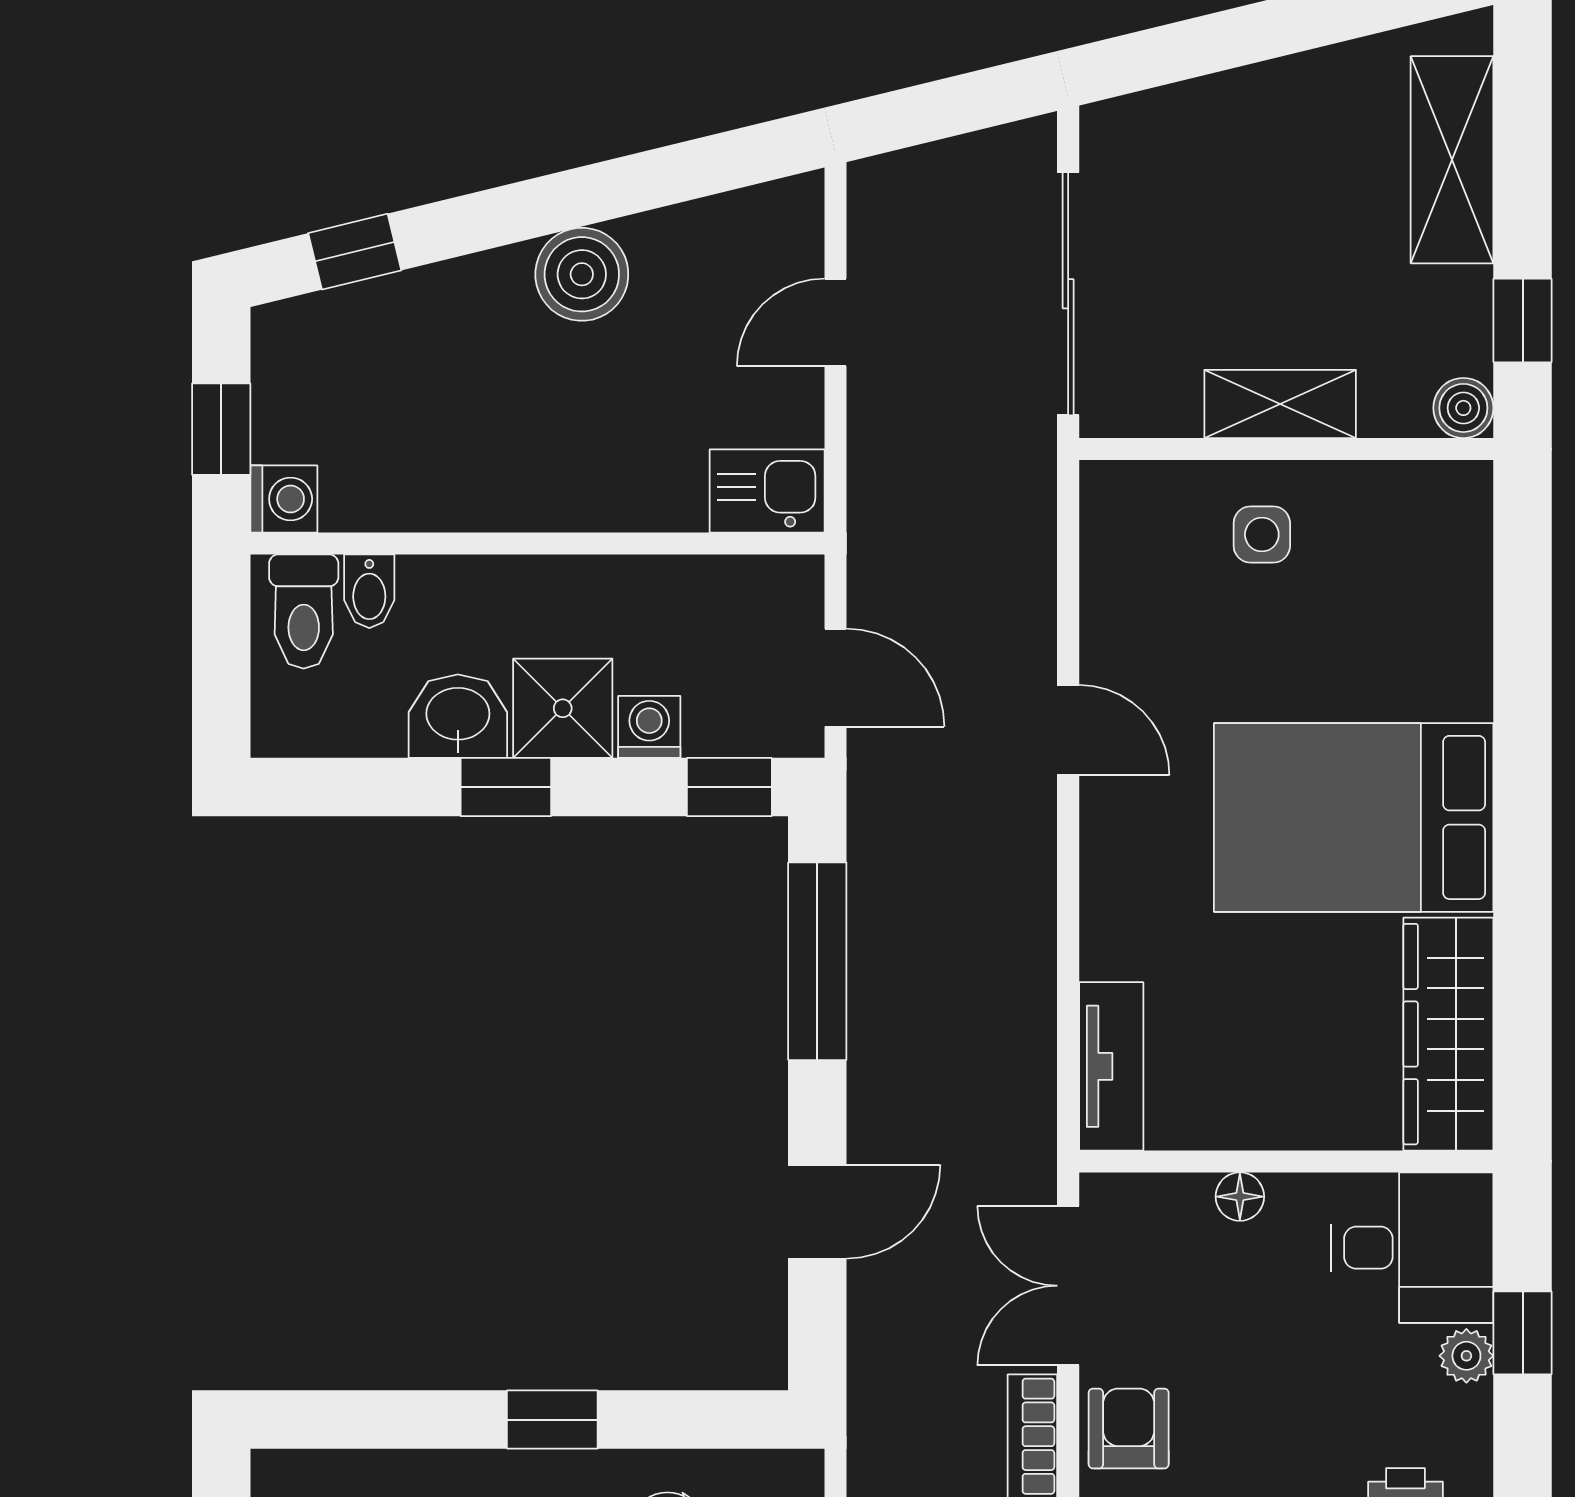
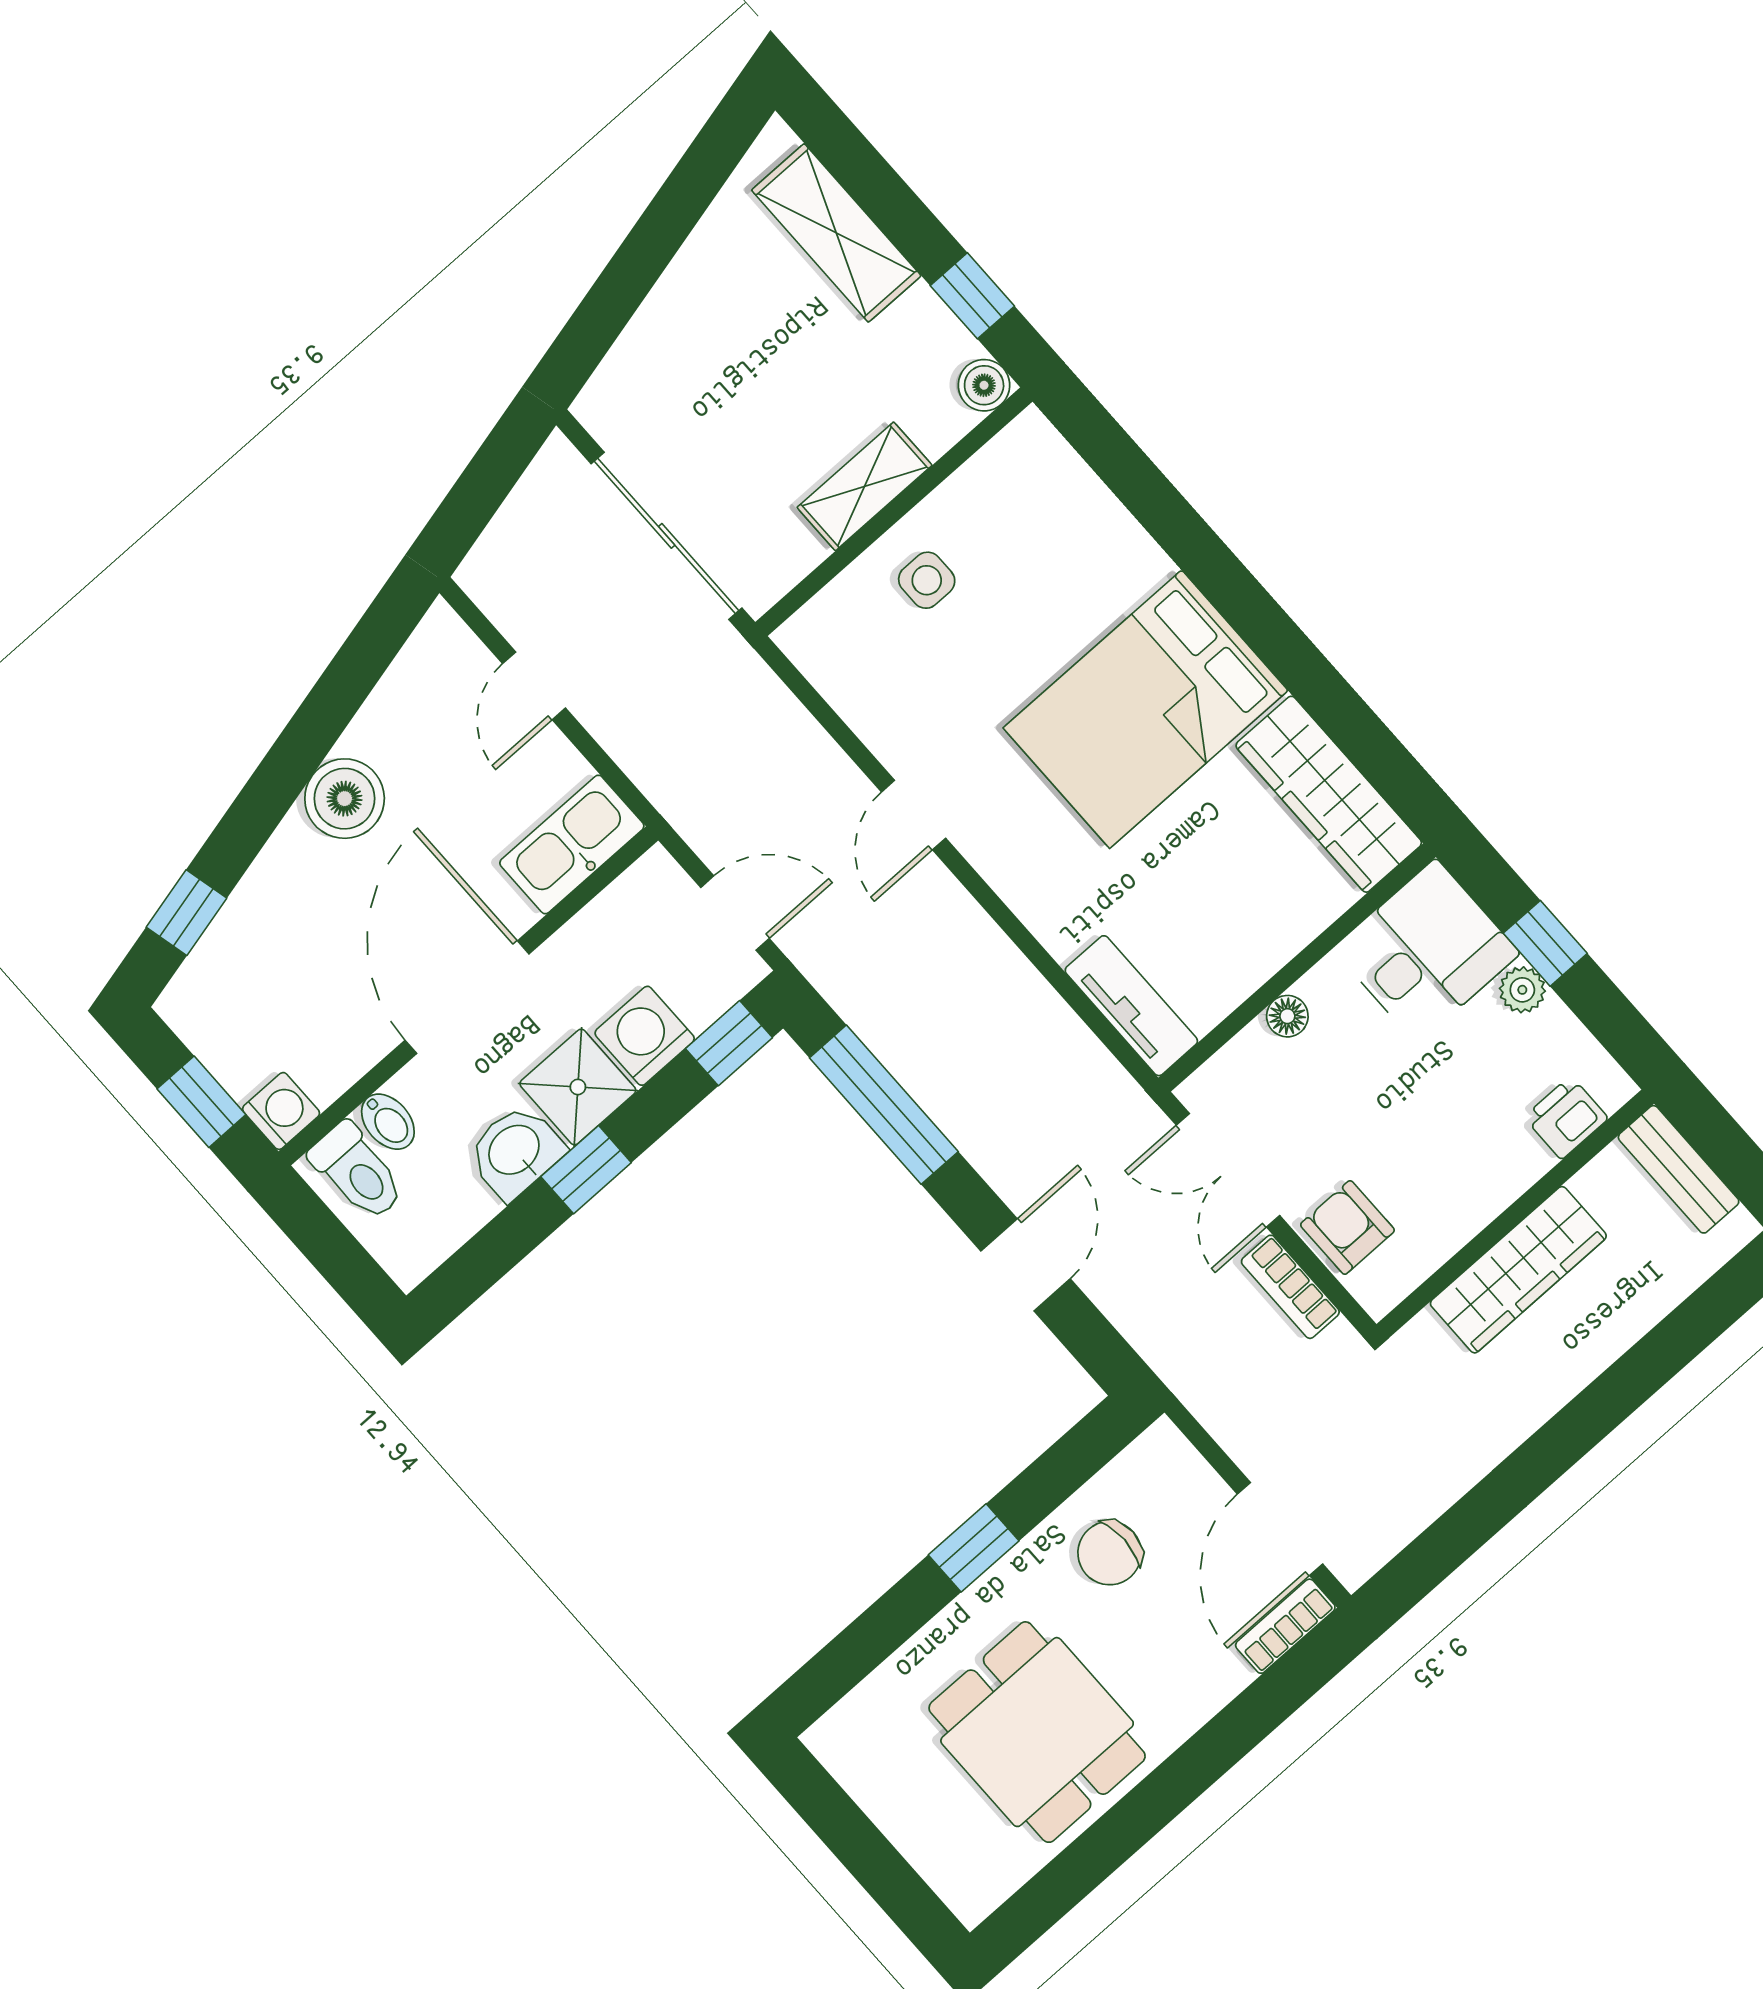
kitchen sink: (767, 491) -> (572, 844), width x1.38
door: (535, 543) -> (467, 997), added
washing machine: (649, 727) -> (645, 1036), width x1.38, depth x1.38
door: (1068, 730) -> (914, 815), swing flipped

